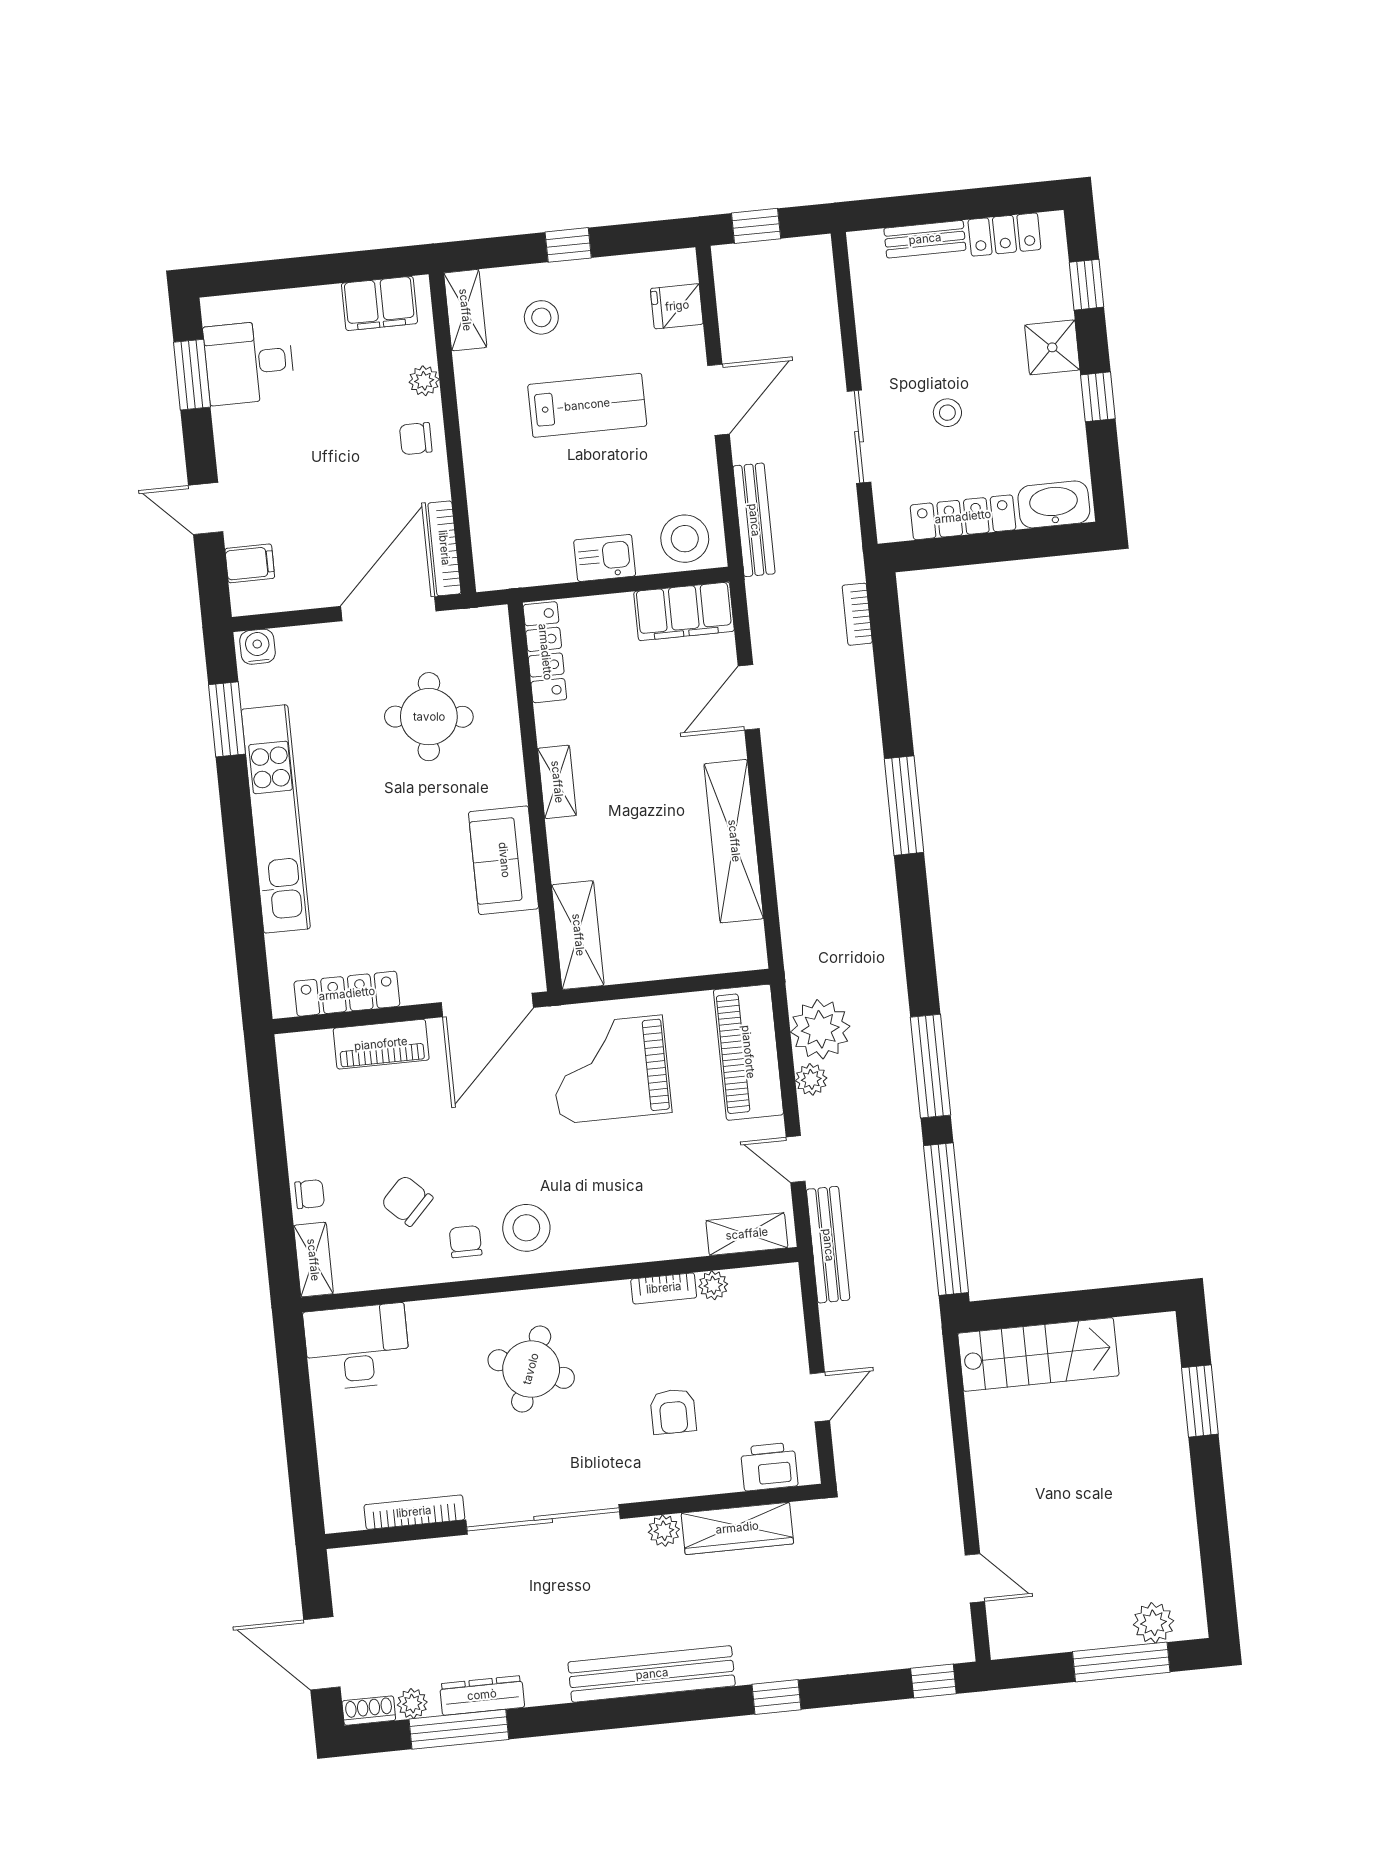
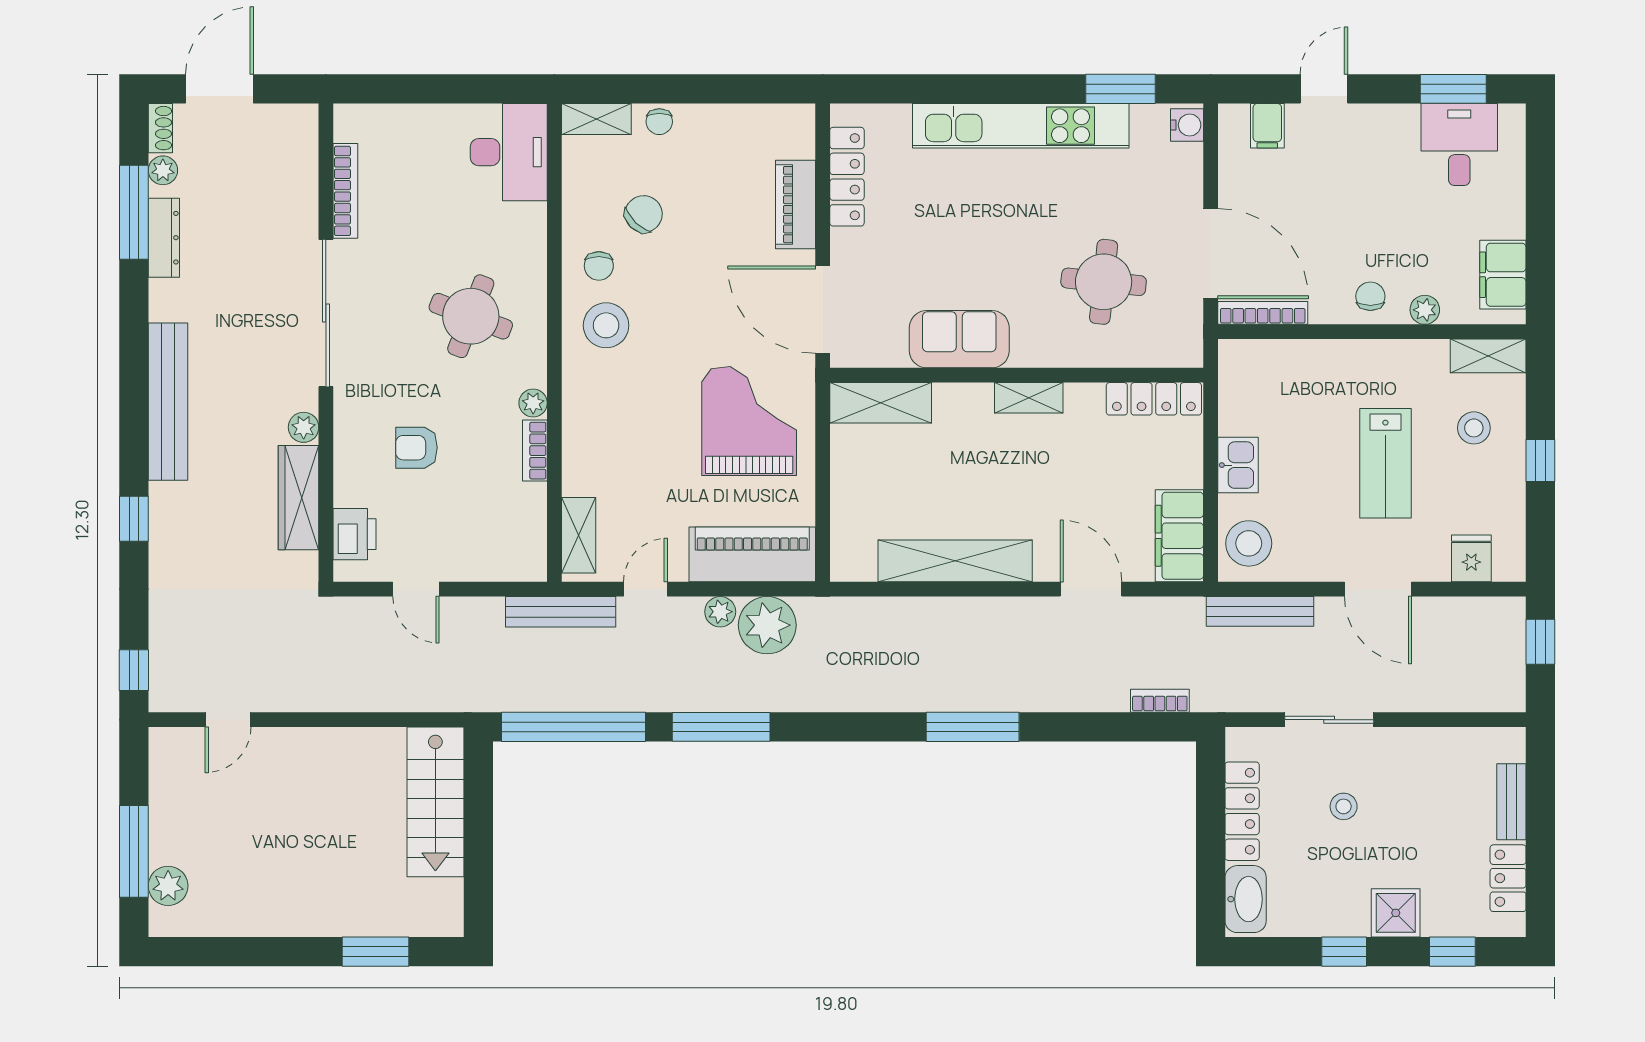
chair: (466, 1242) -> (599, 266), turned 90
plant: (713, 1285) -> (533, 403), moved

